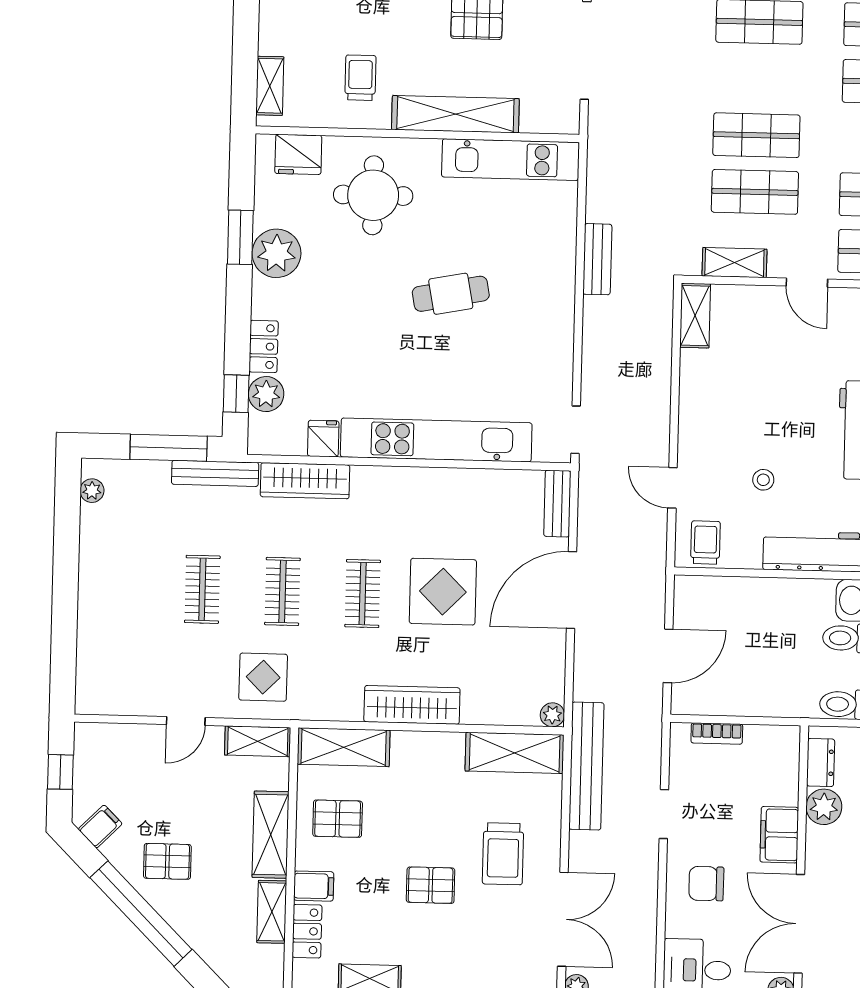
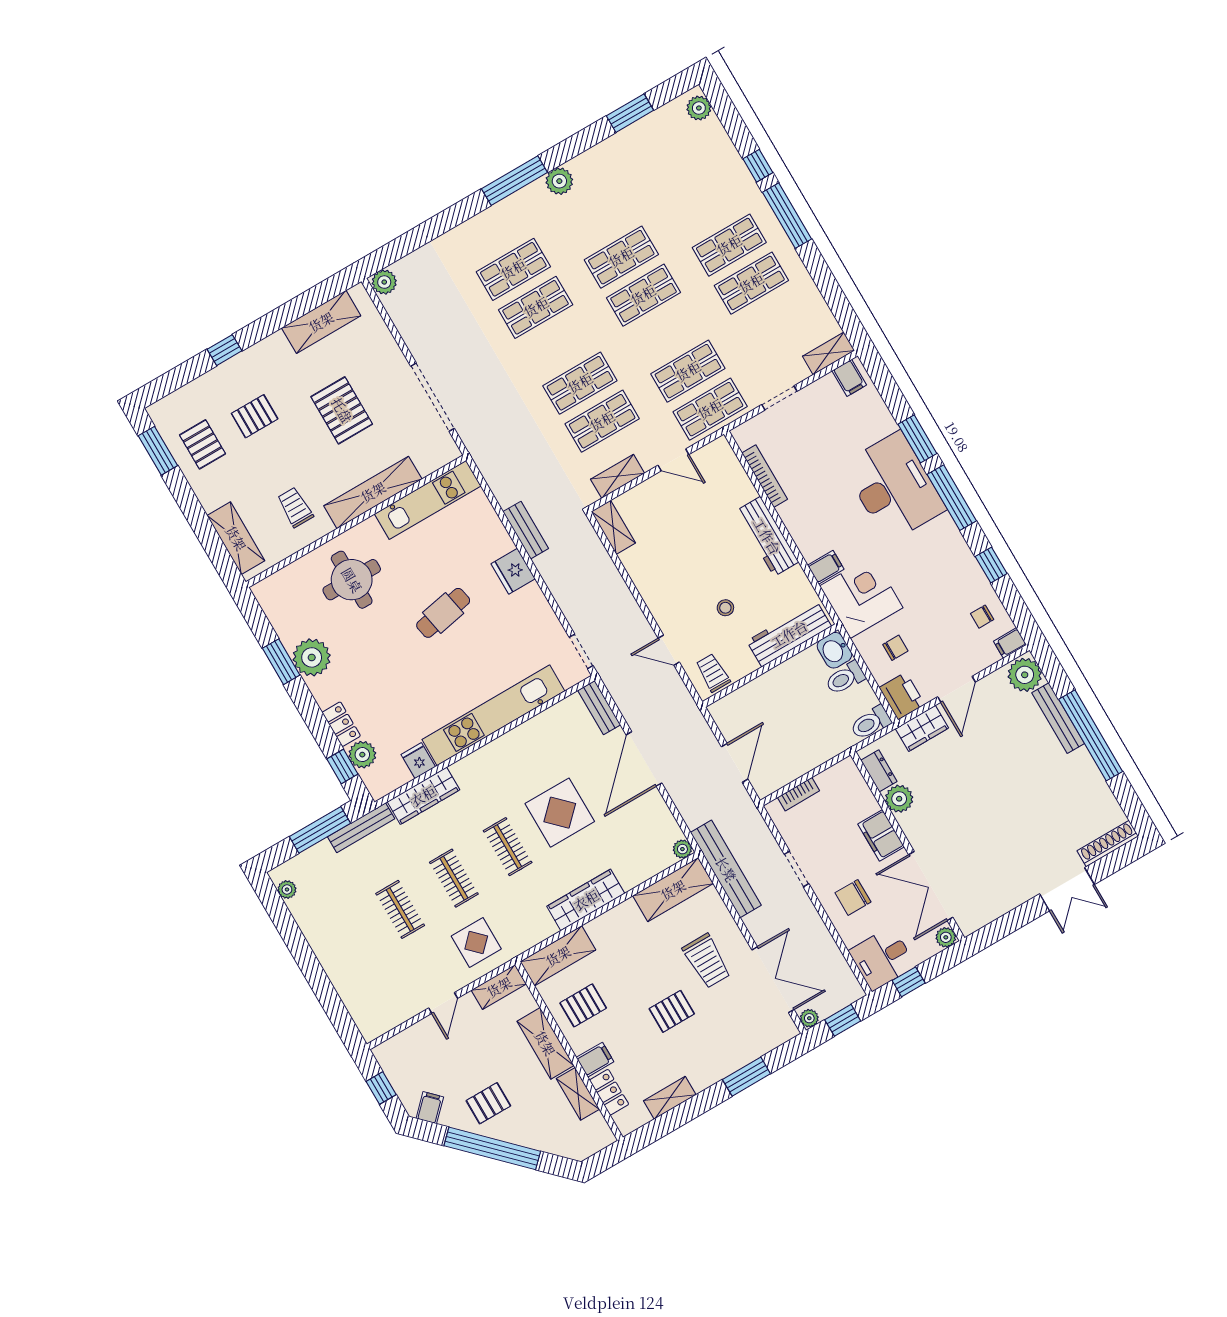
shelving: (270, 86) -> (236, 538), width x1.50, depth x1.33
fridge: (298, 154) -> (513, 571), moved, turned 90

